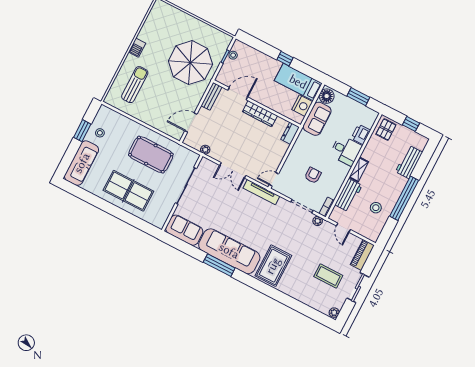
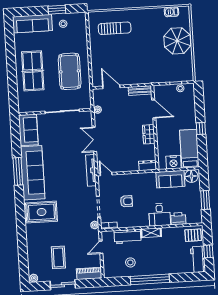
barbecue: (137, 48) -> (171, 12), moved
parasol: (190, 63) -> (177, 41), moved, width x0.73, depth x0.73
wardrobe: (260, 114) -> (149, 134), width x0.67
workbench: (409, 162) -> (198, 259), moved, turned -90

